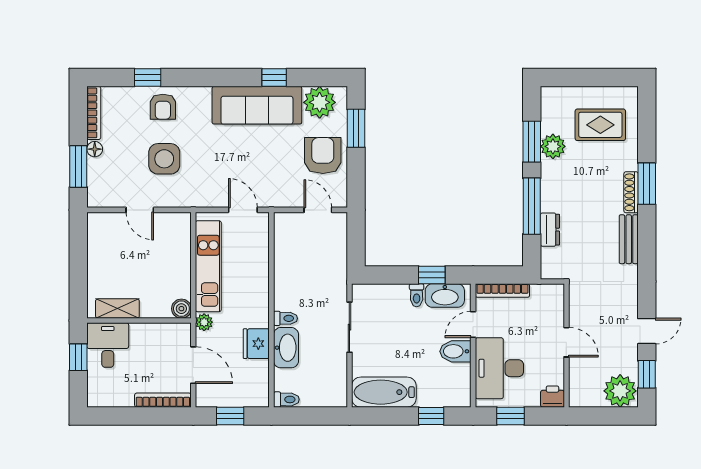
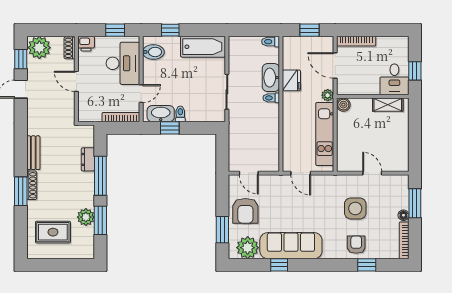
bidet: (455, 351) -> (153, 52), moved
shoe rack: (576, 390) -> (70, 48), added

